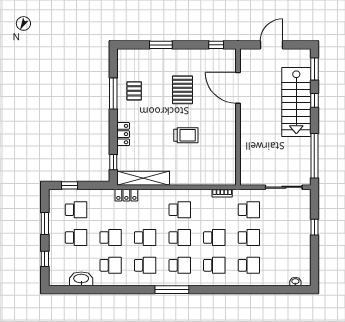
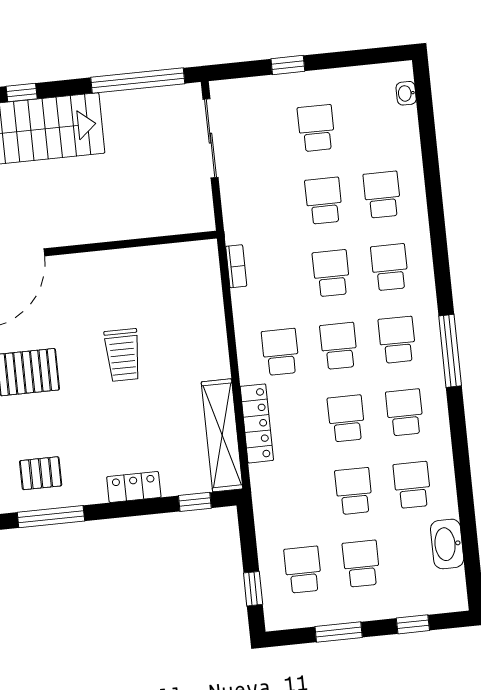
trolley: (186, 135) -> (123, 355), turned 180
locker: (126, 195) -> (257, 423), moved, width x1.53
school desk: (249, 210) -> (316, 128), moved

